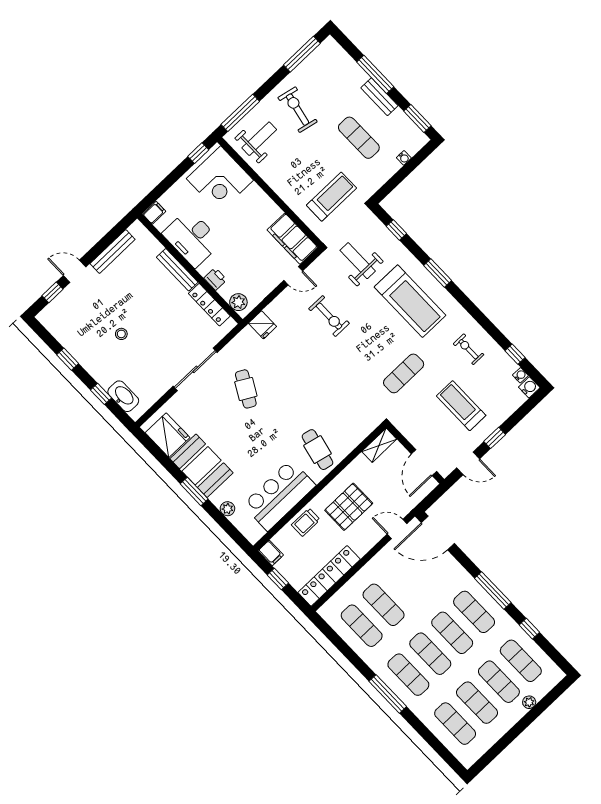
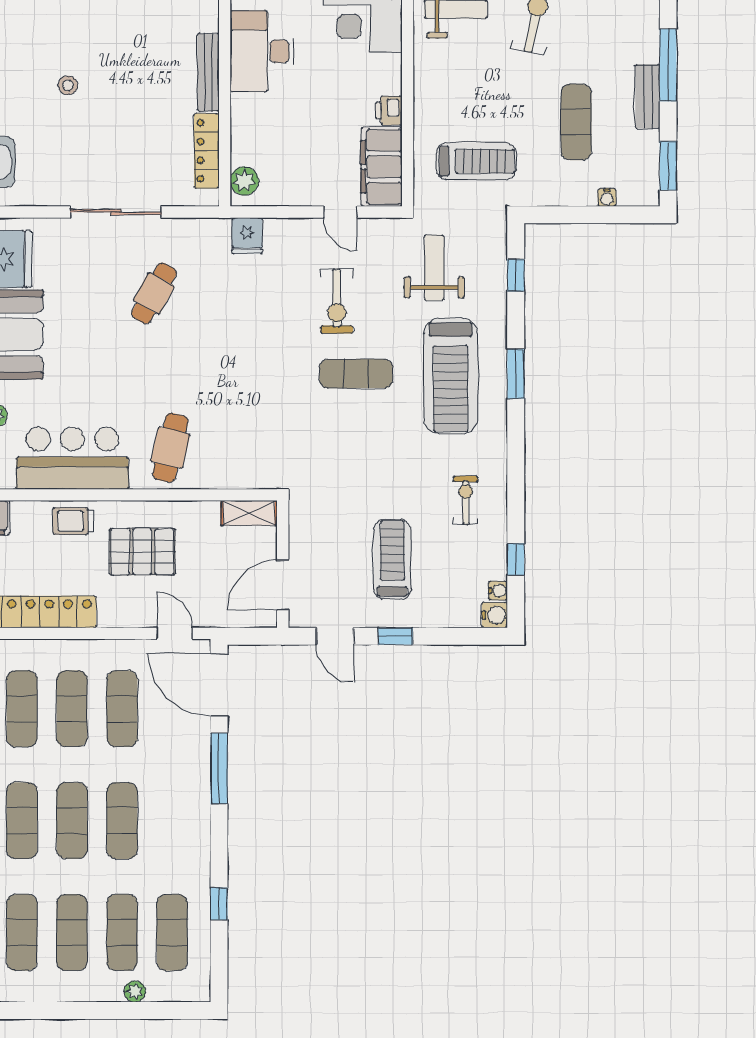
printer: (215, 279) -> (389, 110), moved, turned 180
exercise mat: (404, 373) -> (356, 374), moved
window: (493, 590) -> (219, 769), moved
exercise mat: (474, 612) -> (122, 709), moved

